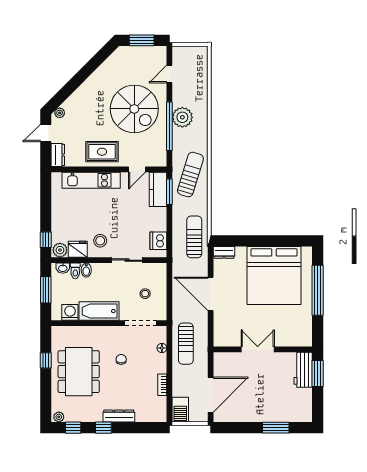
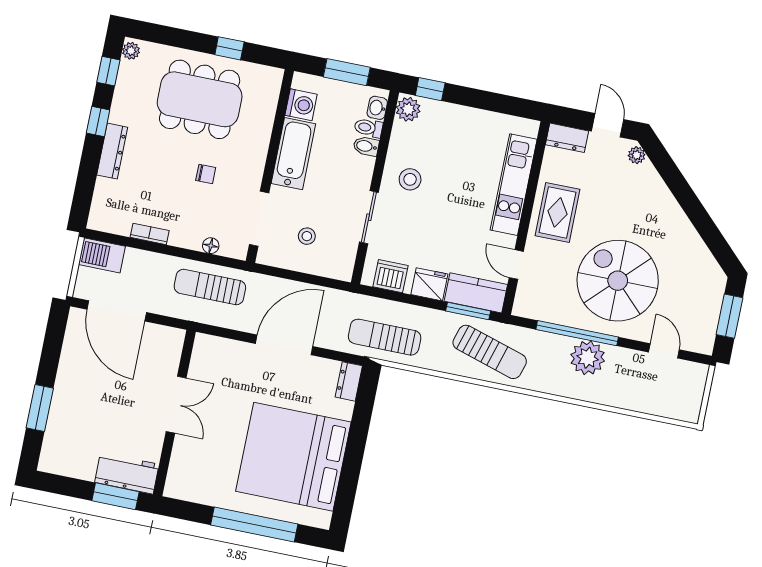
spiral stairs: (134, 109) -> (618, 281), turned 90
sun lounger: (194, 237) -> (385, 337), turned 180
fridge: (78, 249) -> (429, 284), moved, turned -90

